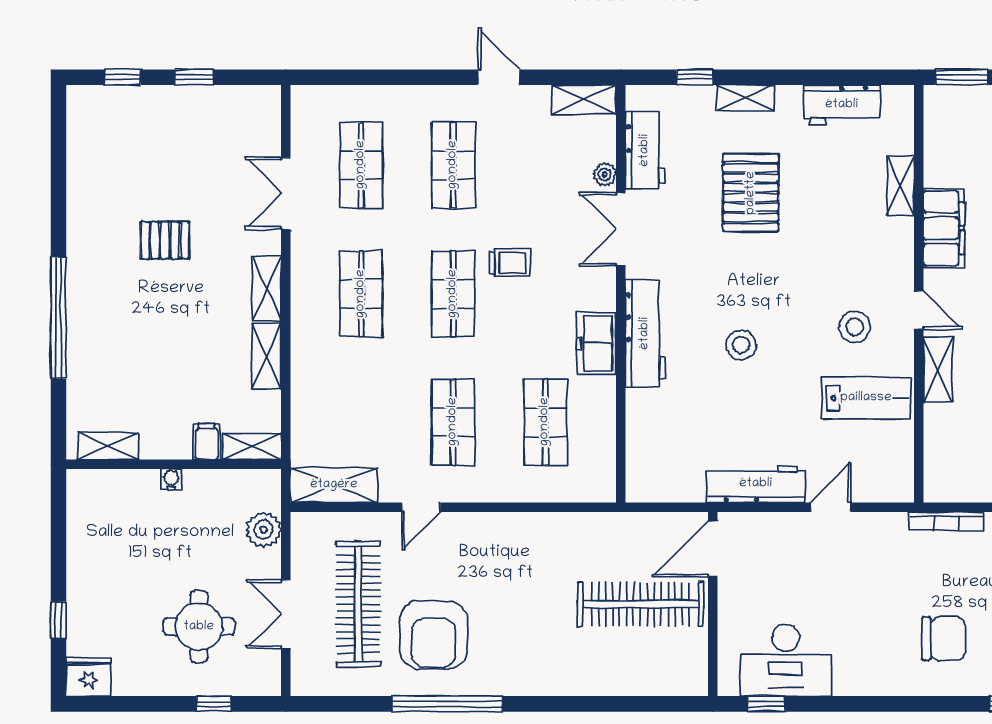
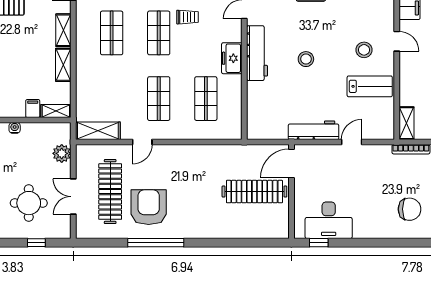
shelving: (938, 370) -> (406, 123), moved
armchair: (433, 635) -> (149, 207), turned 180

